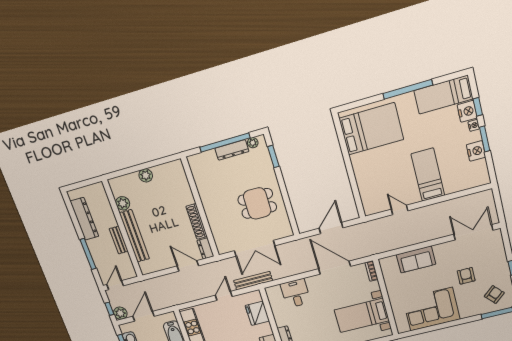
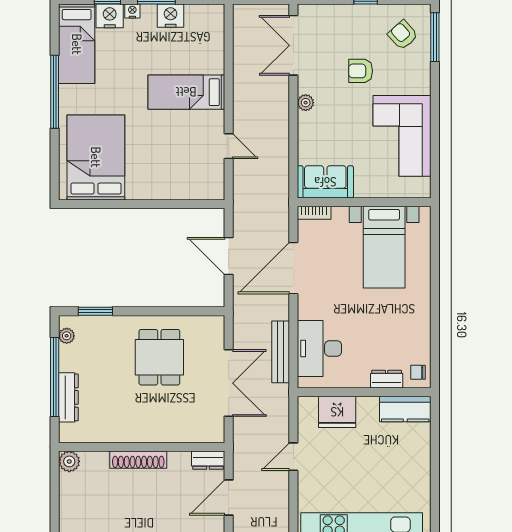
dresser: (232, 150) -> (68, 397), moved
plant: (146, 175) -> (69, 461), moved
door: (400, 210) -> (229, 146), swing flipped
shoe rack: (197, 221) -> (138, 460), moved
plant: (439, 249) -> (306, 103), added
sofa: (416, 259) -> (325, 182), moved, turned -90
bench: (253, 281) -> (281, 352), moved
desk: (296, 293) -> (319, 348), width x1.37
door: (224, 296) -> (293, 457), hinge flipped

